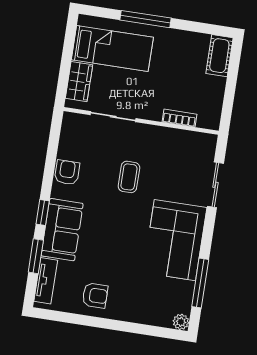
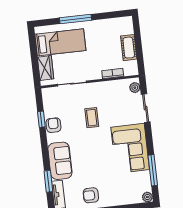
cot: (219, 56) -> (129, 48), moved
plant: (207, 149) -> (135, 88), added
window: (43, 212) -> (41, 119), moved
armchair: (95, 295) -> (91, 195), turned 180

